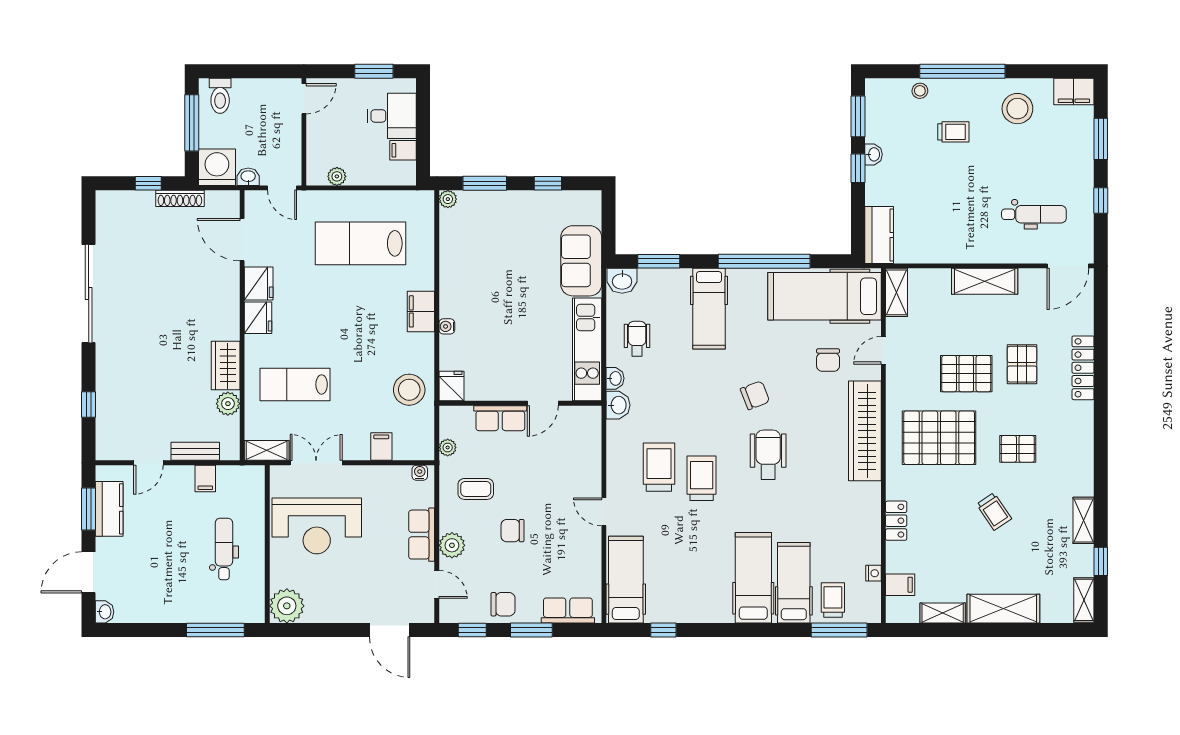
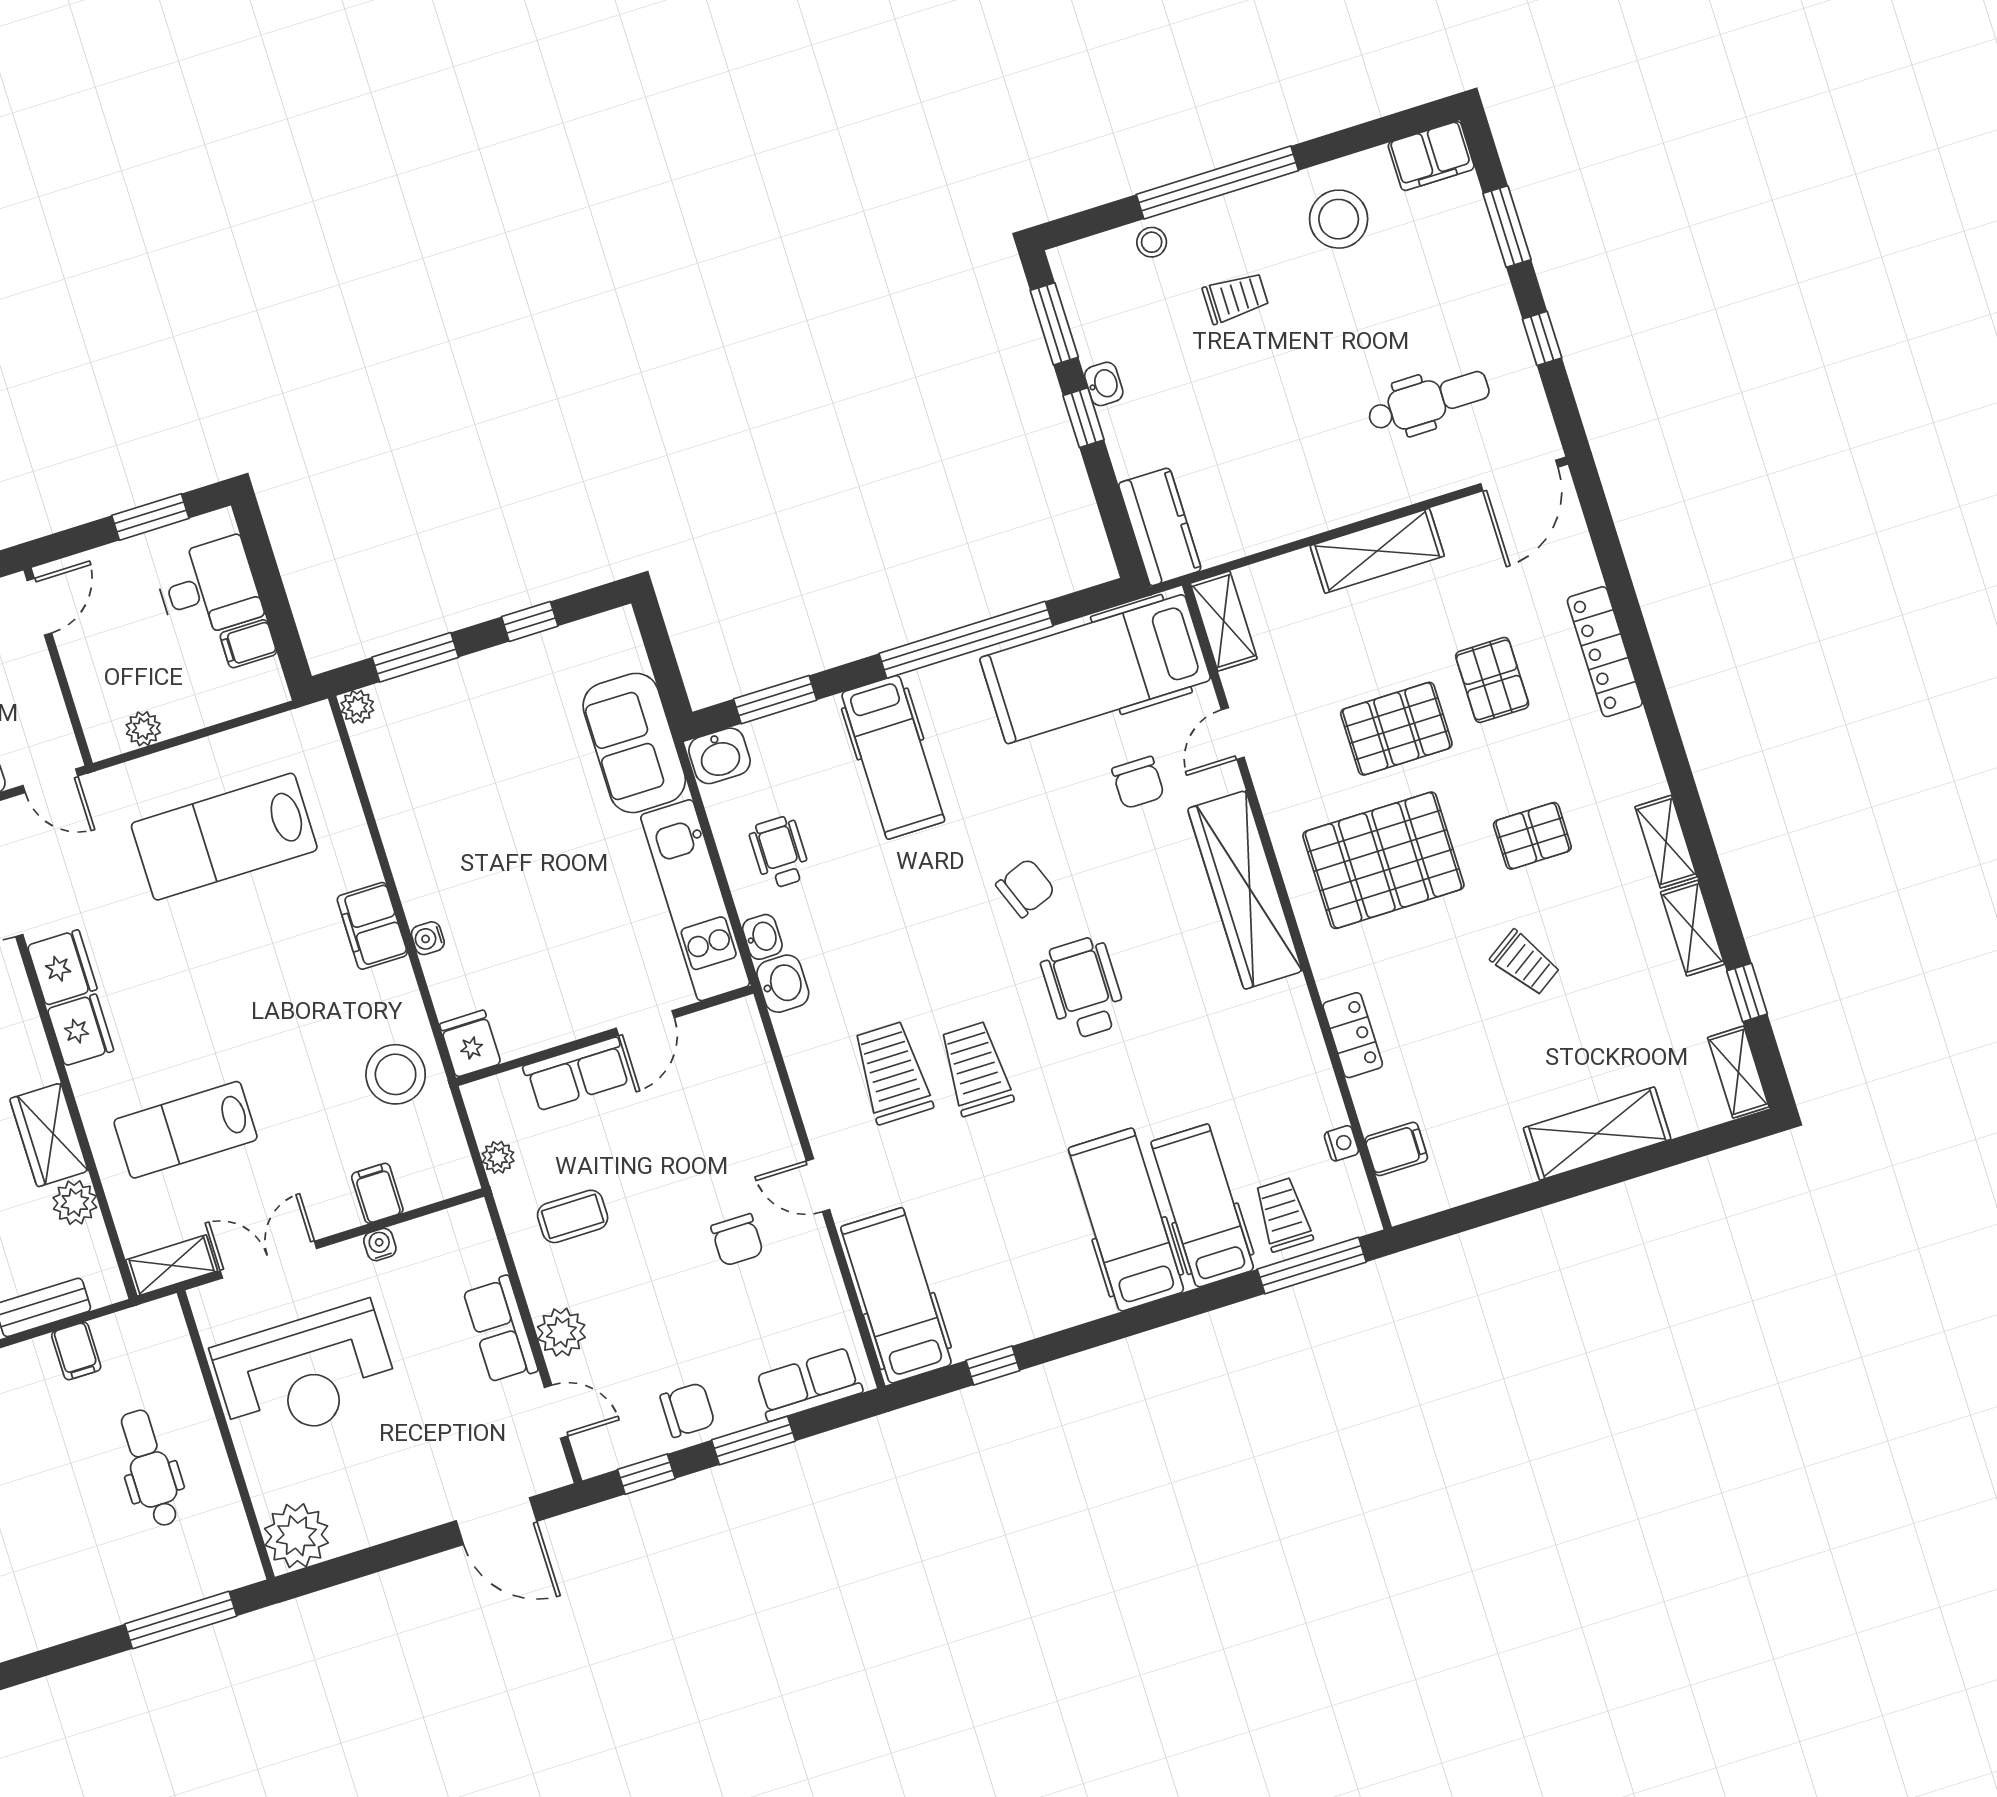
water cooler: (420, 473) -> (380, 1245), moved
chair: (513, 531) -> (737, 1240), moved, turned -90
shelving: (943, 613) -> (1666, 842), moved, turned 90

